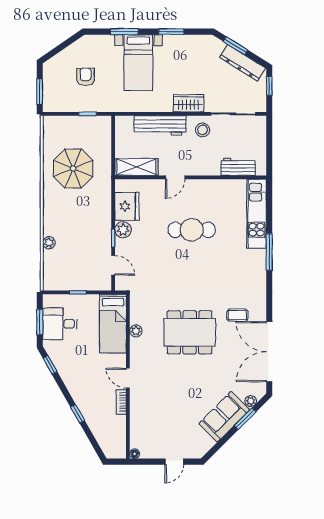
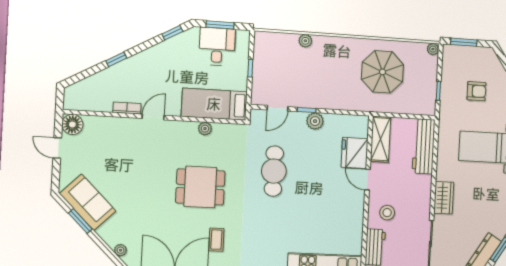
plant: (48, 121) -> (433, 49), added
workbench: (160, 125) -> (424, 146), moved
stool: (203, 130) -> (387, 213), moved
fridge: (127, 206) -> (355, 153), moved, turned 90
cafe table: (192, 230) -> (274, 171), moved
dining table: (190, 332) -> (200, 187), width x0.73
sofa: (224, 417) -> (88, 202), moved
window: (245, 419) -> (80, 221), moved
floor lamp: (135, 454) -> (72, 124), width x1.89, depth x1.89
door: (174, 462) -> (57, 148), moved

